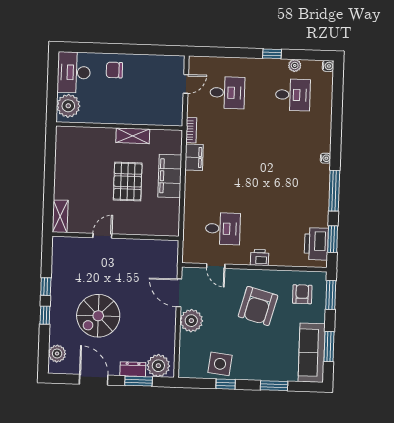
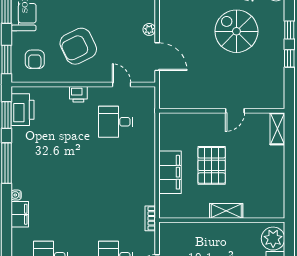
shelving: (133, 136) -> (226, 211), moved
filing cabinet: (194, 157) -> (20, 214), moved, turned 180
armchair: (258, 306) -> (78, 46), turned -131
spiral stairs: (98, 316) -> (236, 31), turned -90
plant: (191, 321) -> (149, 29), width x0.53, depth x0.53

